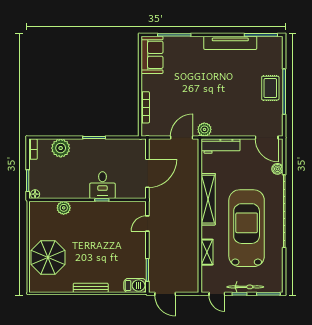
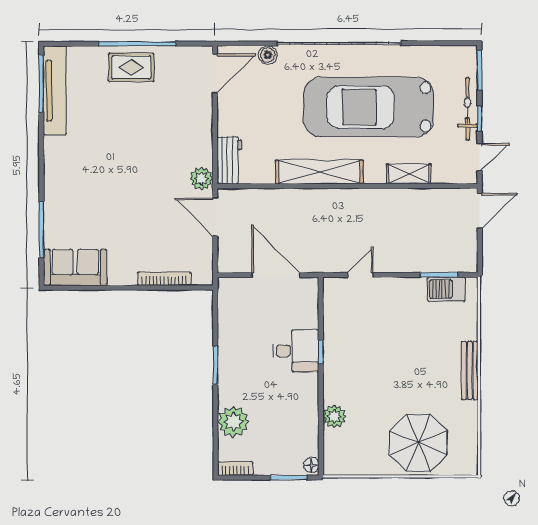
tv unit: (230, 43) -> (55, 91), moved
workbench: (220, 146) -> (229, 160), width x0.73
door: (147, 223) -> (361, 275), swing flipped
barbecue: (135, 286) -> (446, 289), moved, turned -90
door: (165, 294) -> (480, 211), moved

